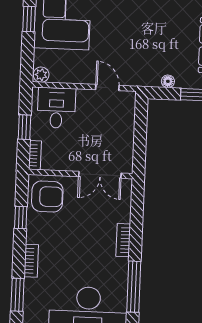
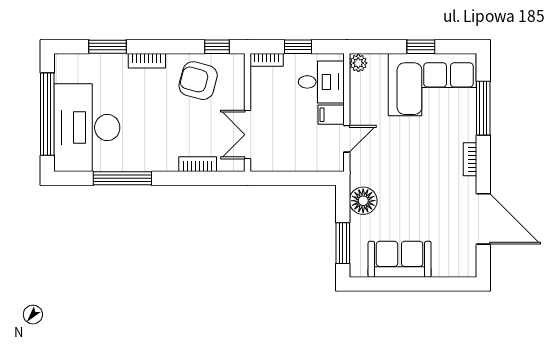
floor lamp: (168, 81) -> (363, 201), width x1.89, depth x1.89
filing cabinet: (86, 100) -> (331, 115), added
armchair: (47, 196) -> (198, 81), moved, turned 105
window: (21, 218) -> (217, 47), moved
bookcase: (123, 240) -> (198, 164), moved

